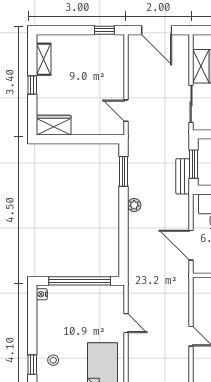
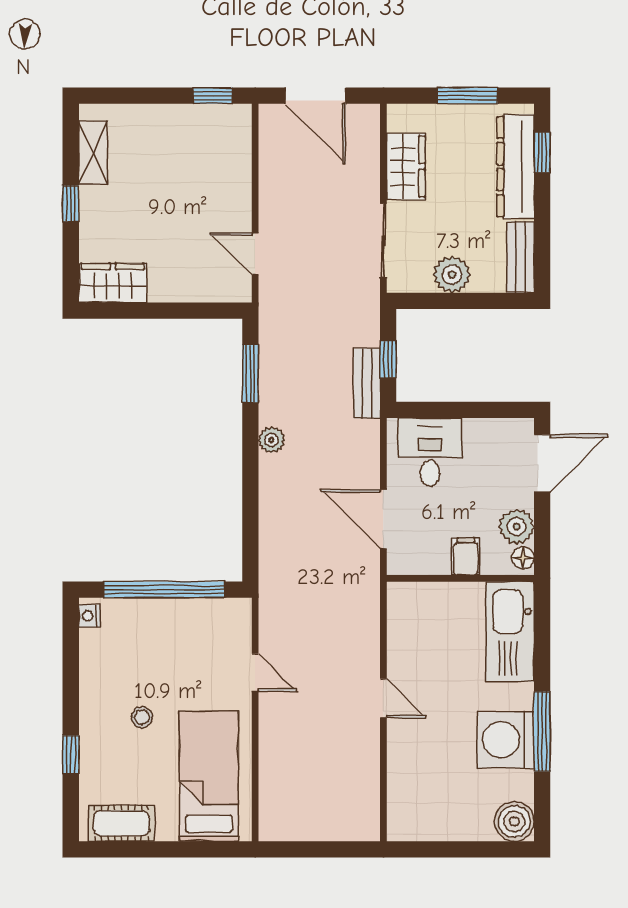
window: (193, 164) -> (388, 359), width x0.67
stool: (53, 360) -> (142, 717), moved

